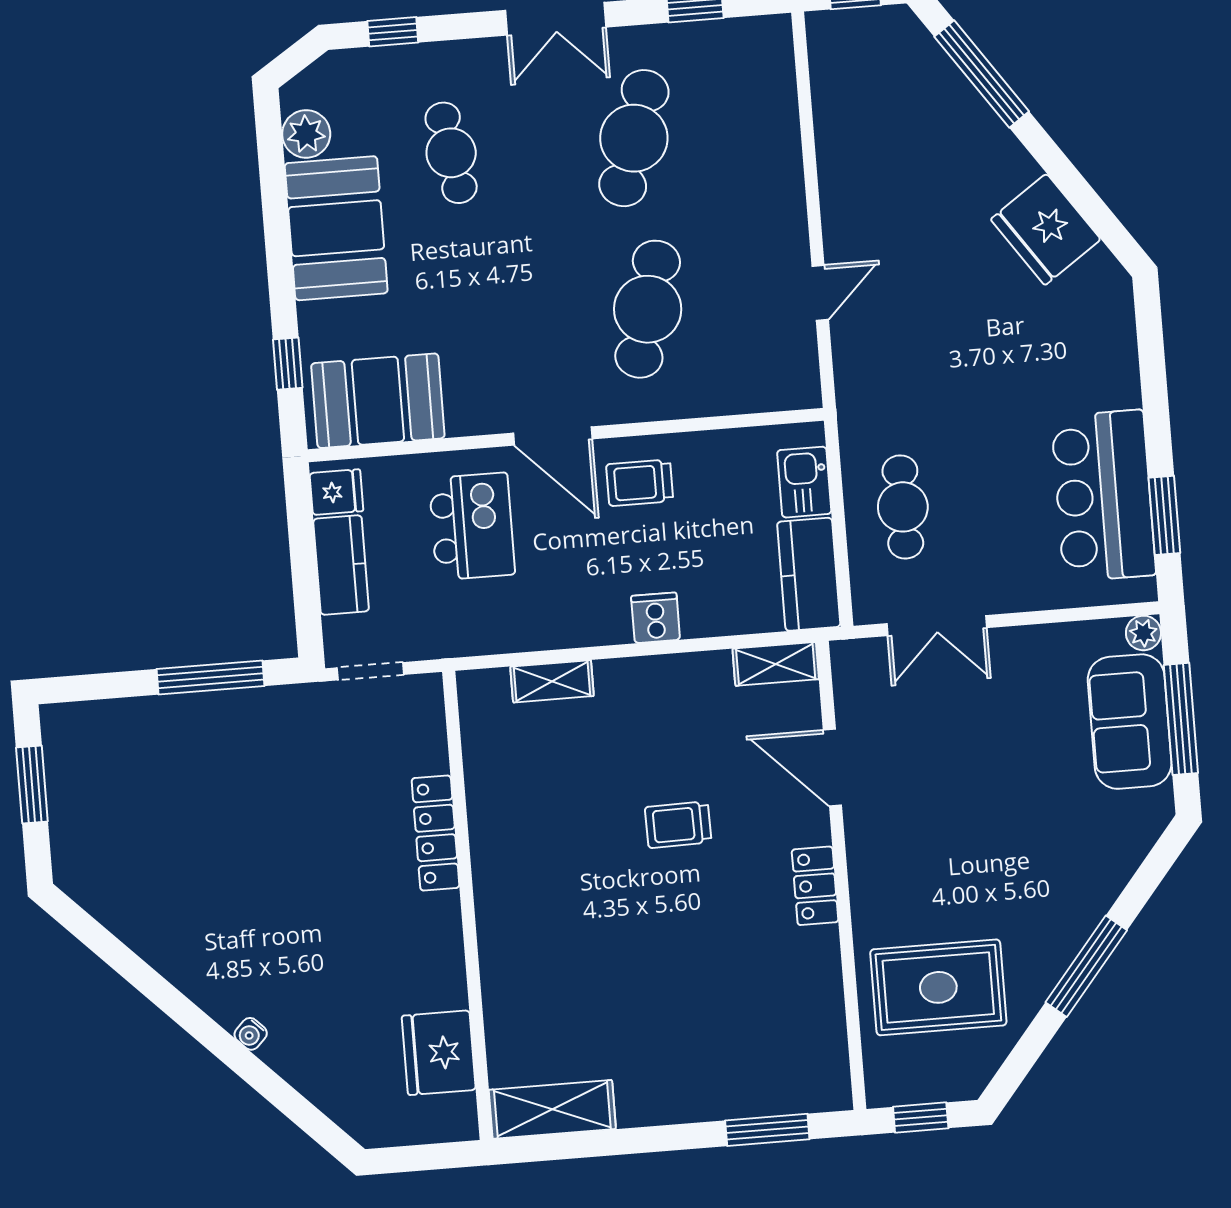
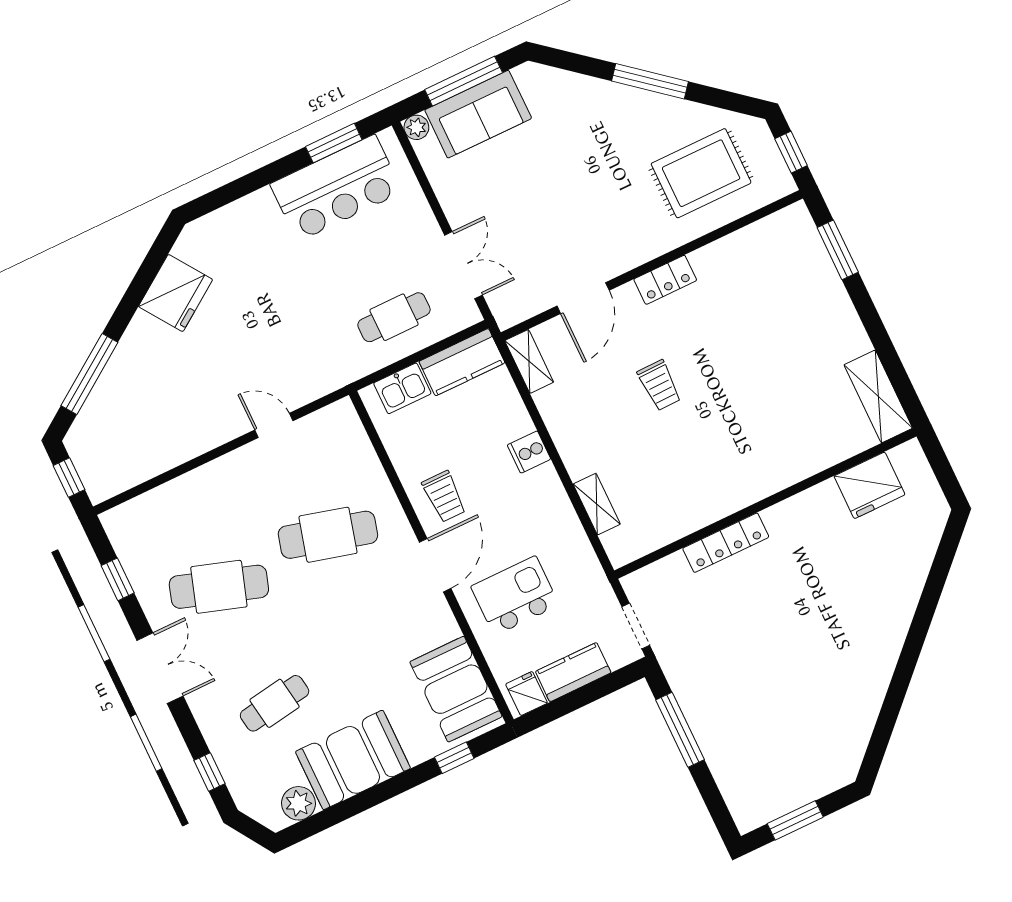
rug: (938, 987) -> (701, 173), turned 90
water cooler: (251, 1034) -> (904, 614), removed

